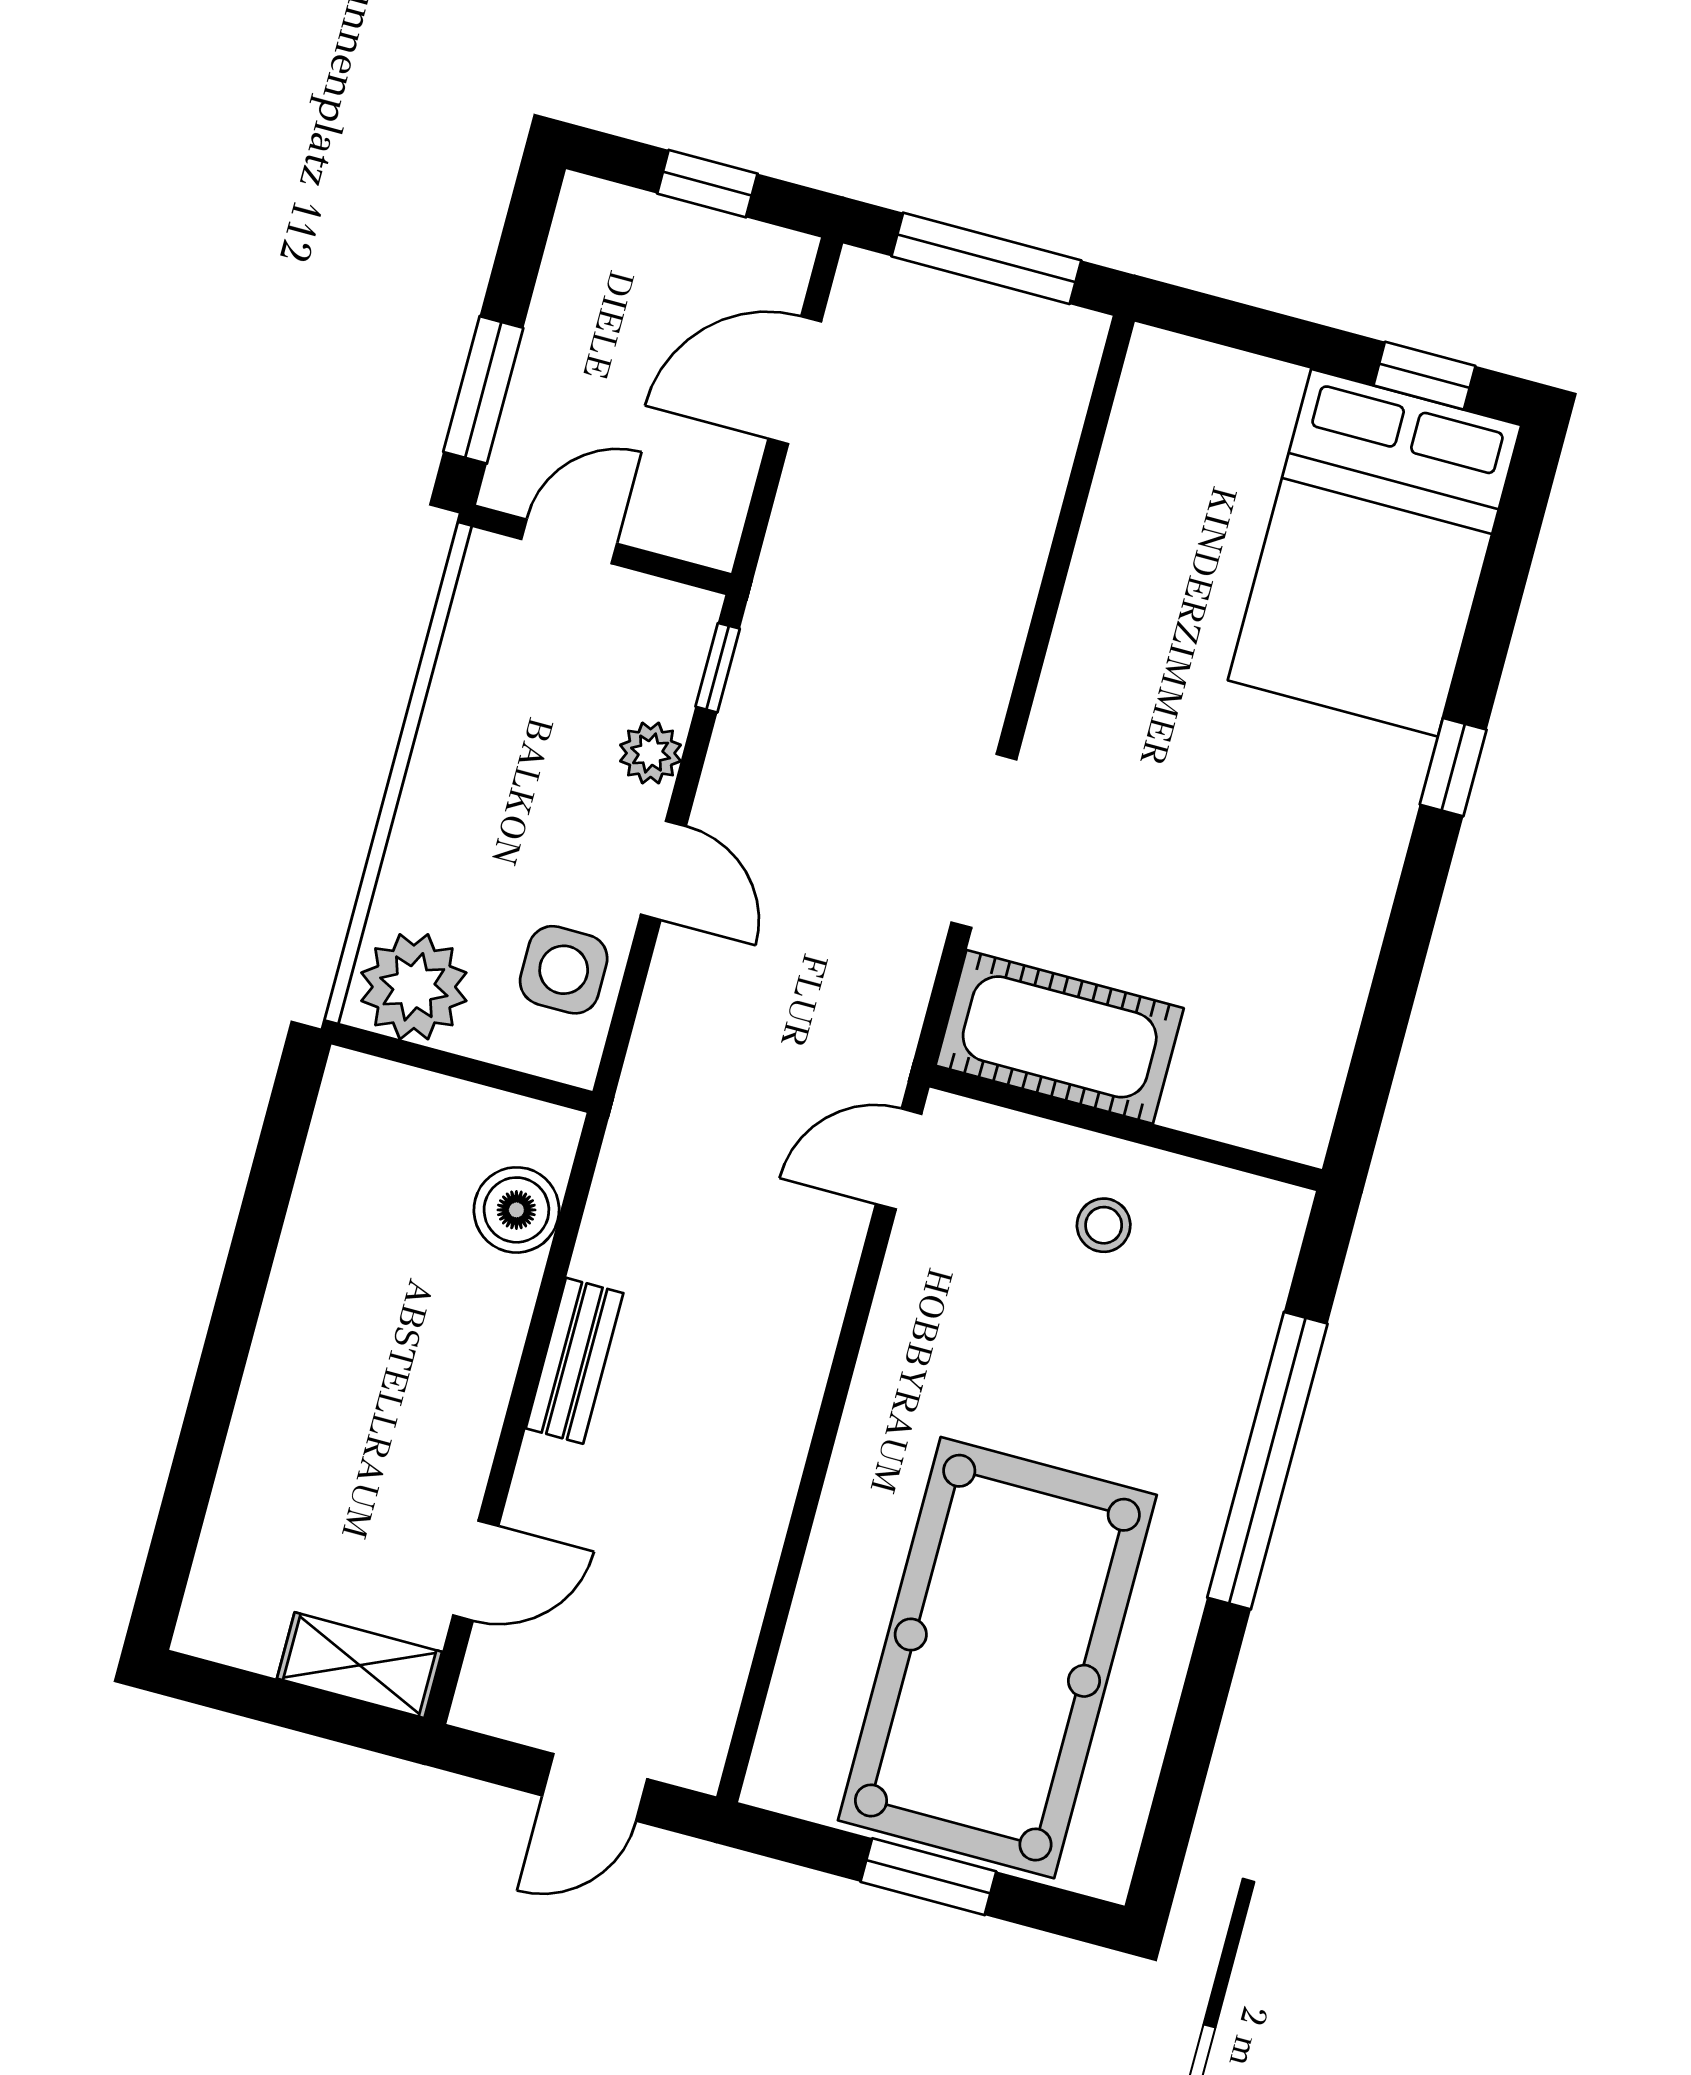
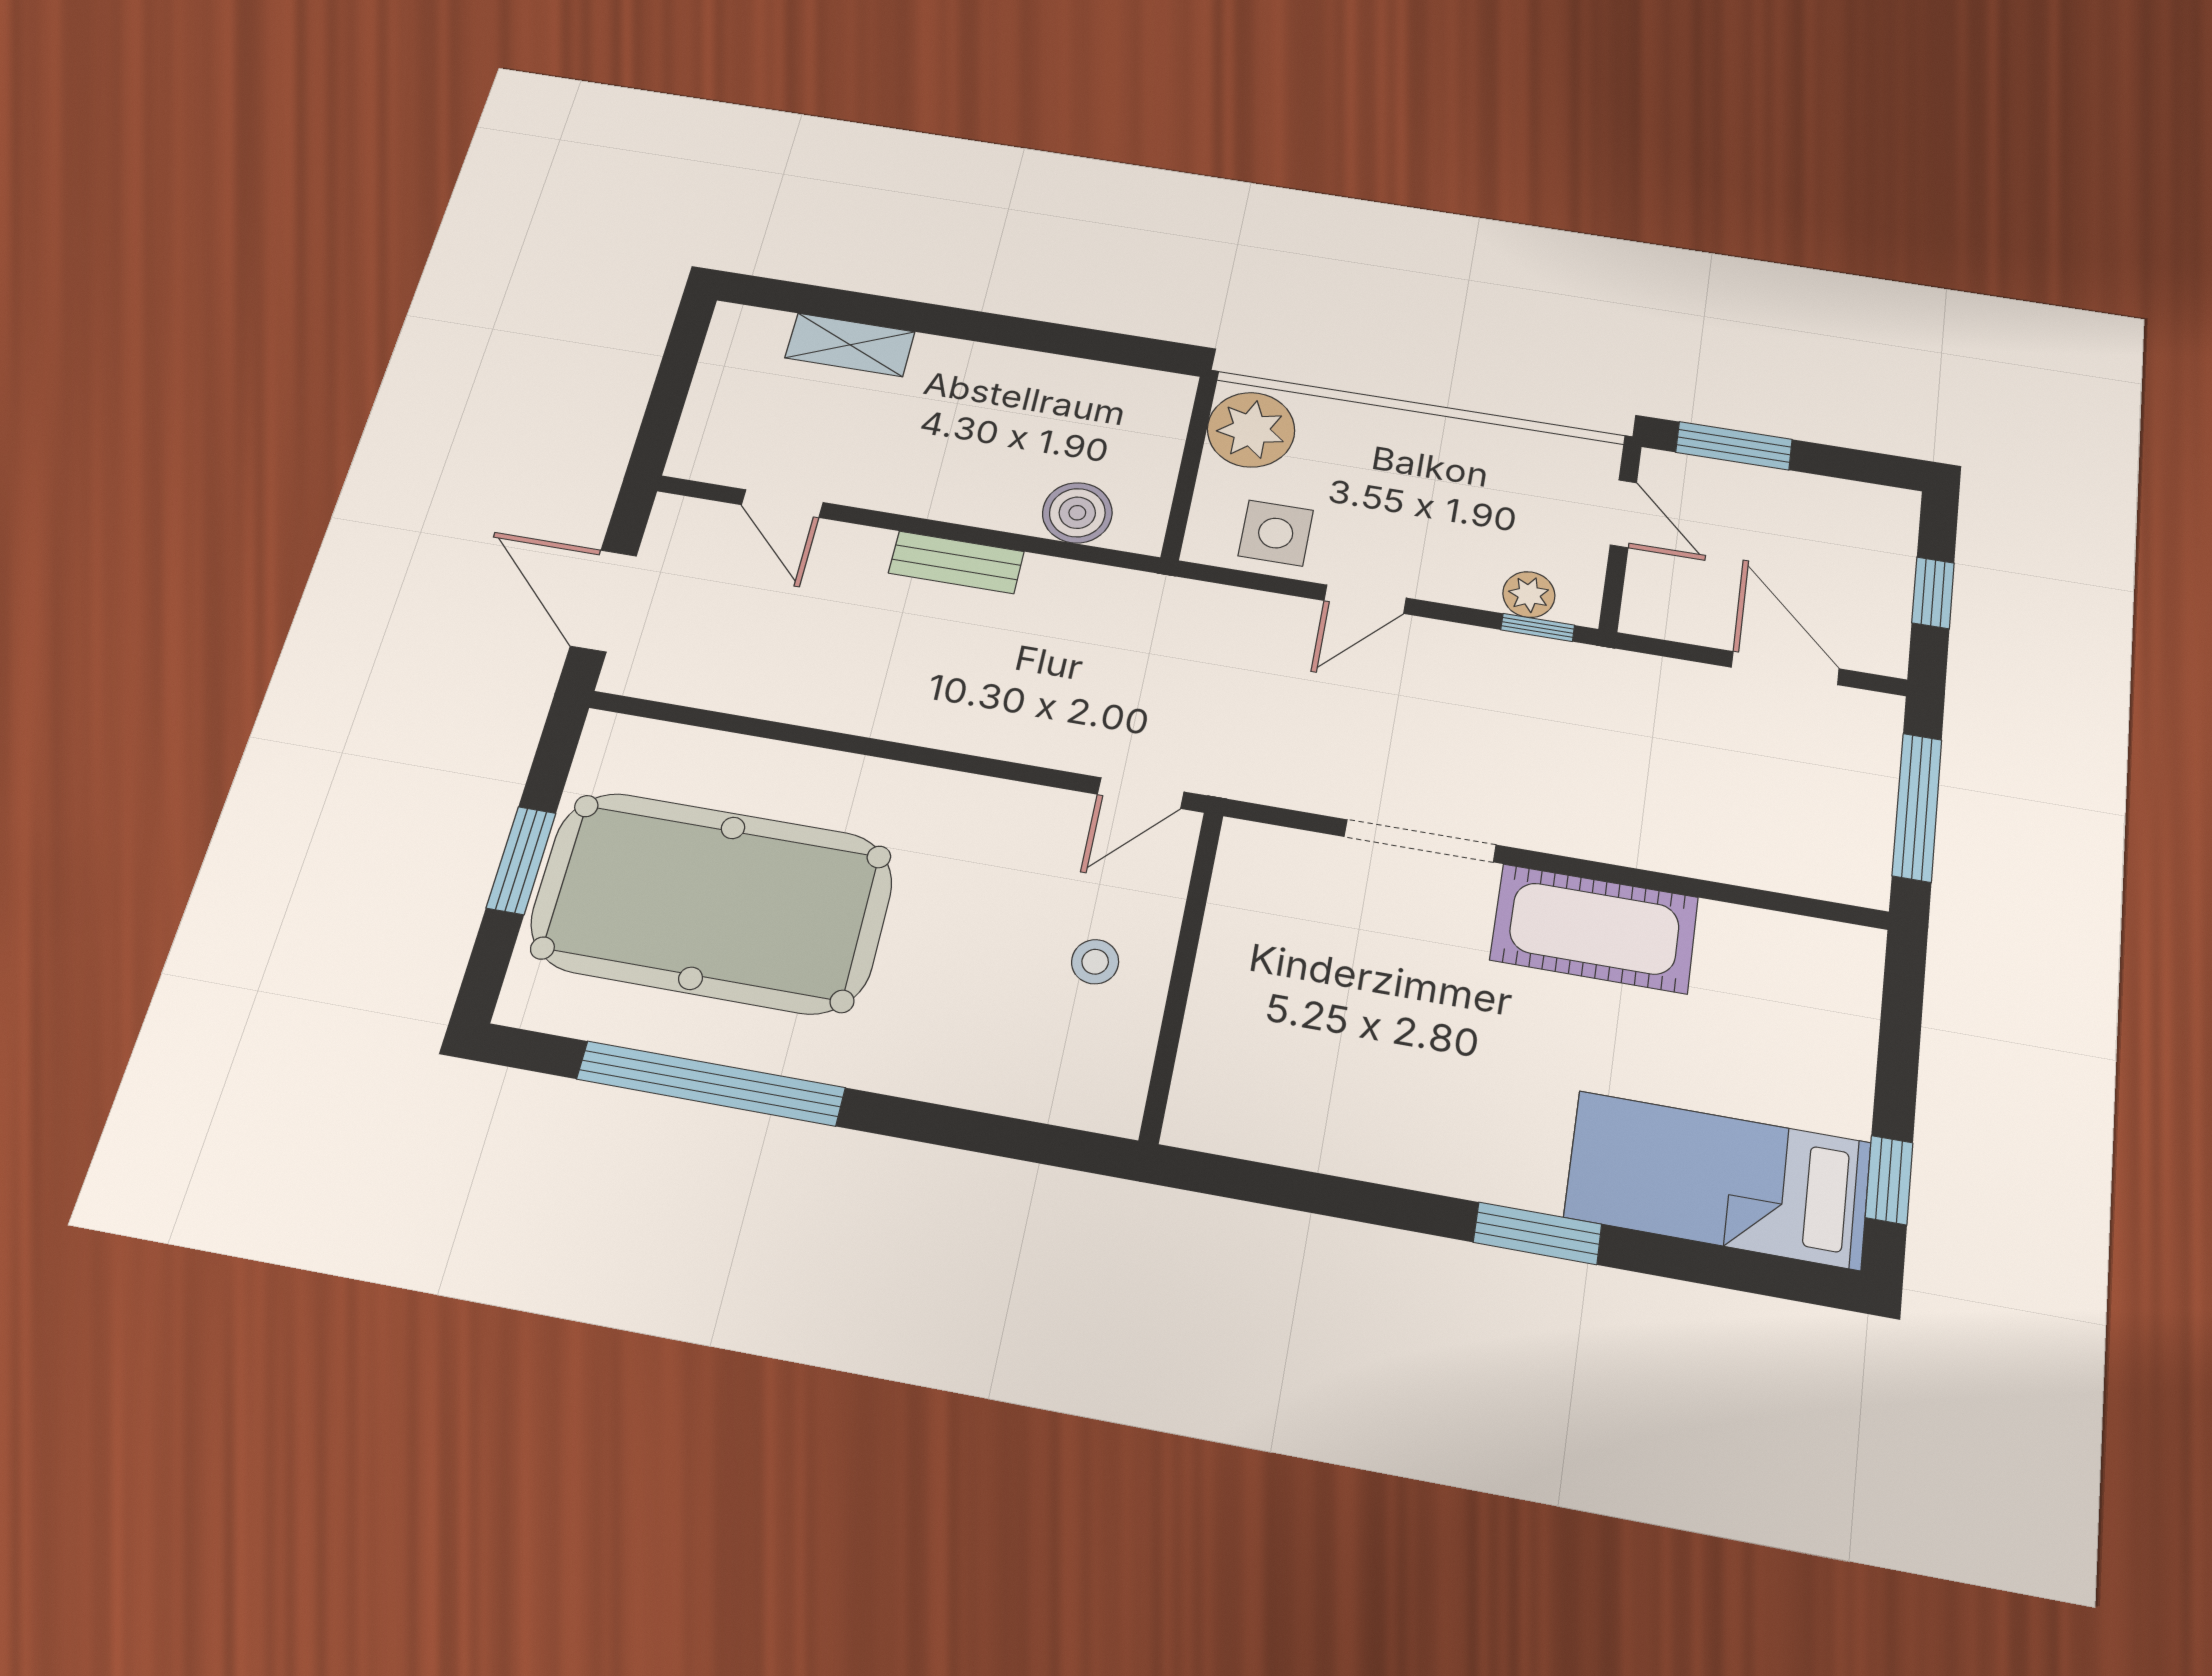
bed: (1375, 553) -> (1718, 1180), width x0.67
plant: (651, 753) -> (1529, 595), moved
window: (1453, 767) -> (1538, 1233), width x1.50
cot: (1060, 1037) -> (1594, 929), moved, turned 90
door: (899, 1159) -> (1141, 793), swing flipped
window: (1267, 1461) -> (711, 1083), moved
shelving: (360, 1665) -> (850, 345), moved, turned 90
door: (595, 1787) -> (604, 601), width x1.38

